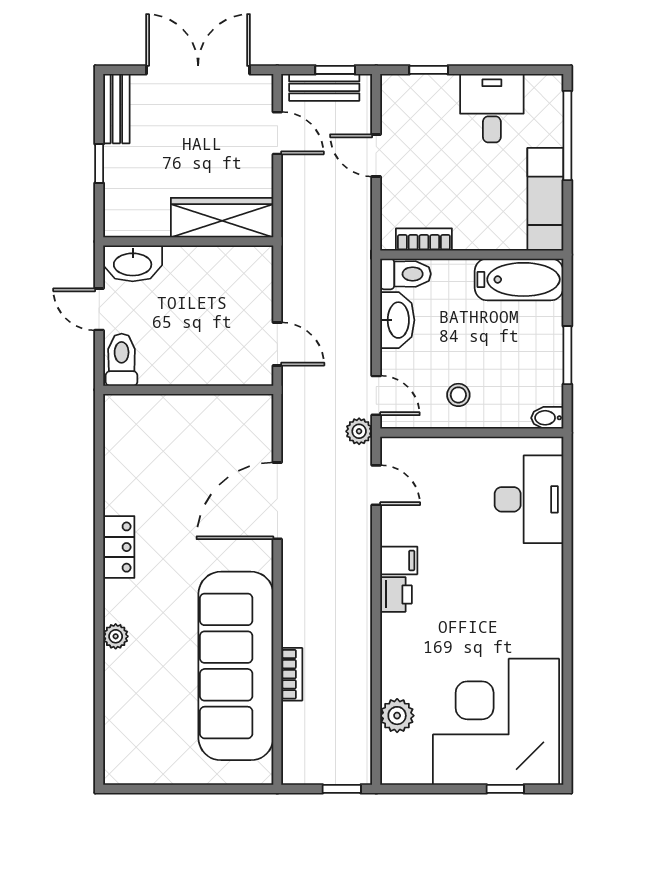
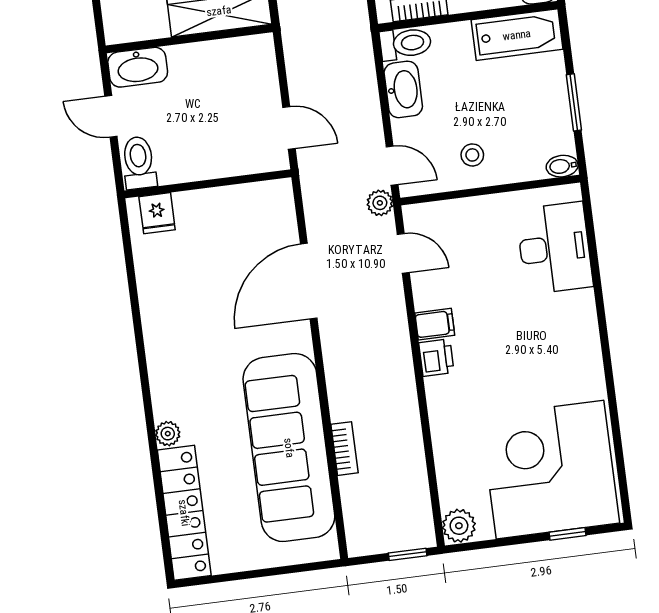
fridge: (133, 413) -> (157, 213), added
locker: (119, 547) -> (184, 513), moved, width x2.16, depth x1.21
plant: (397, 716) -> (459, 526), moved

